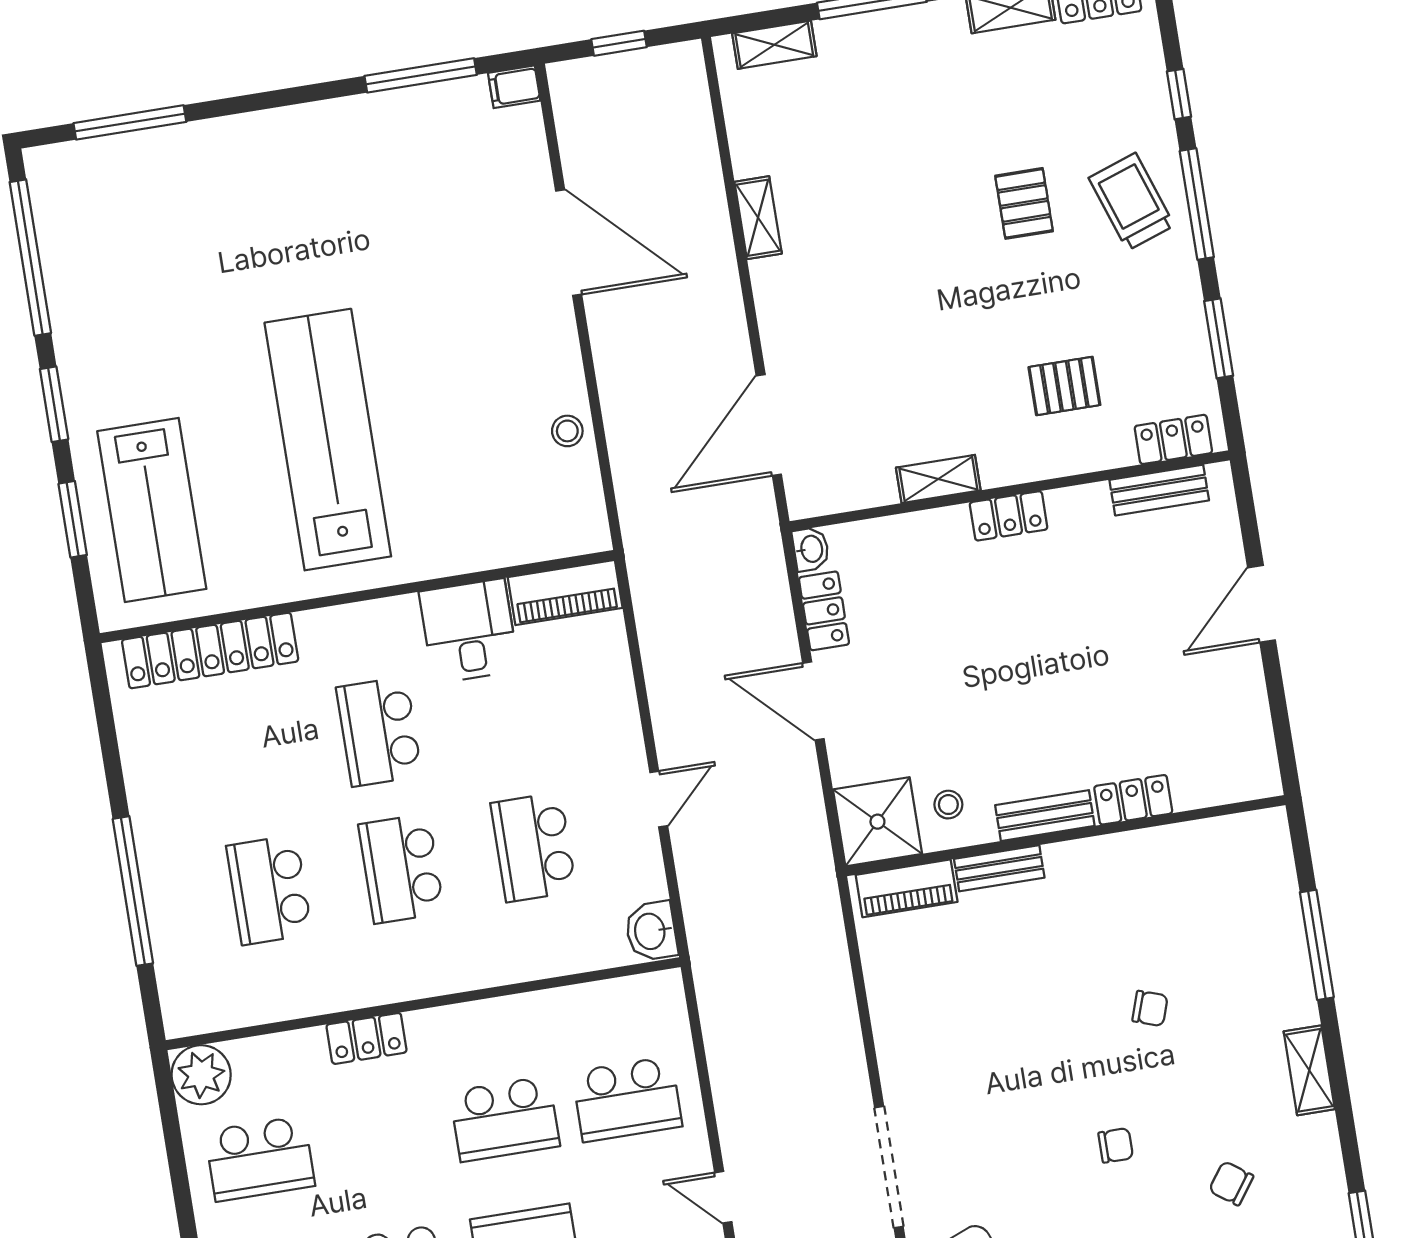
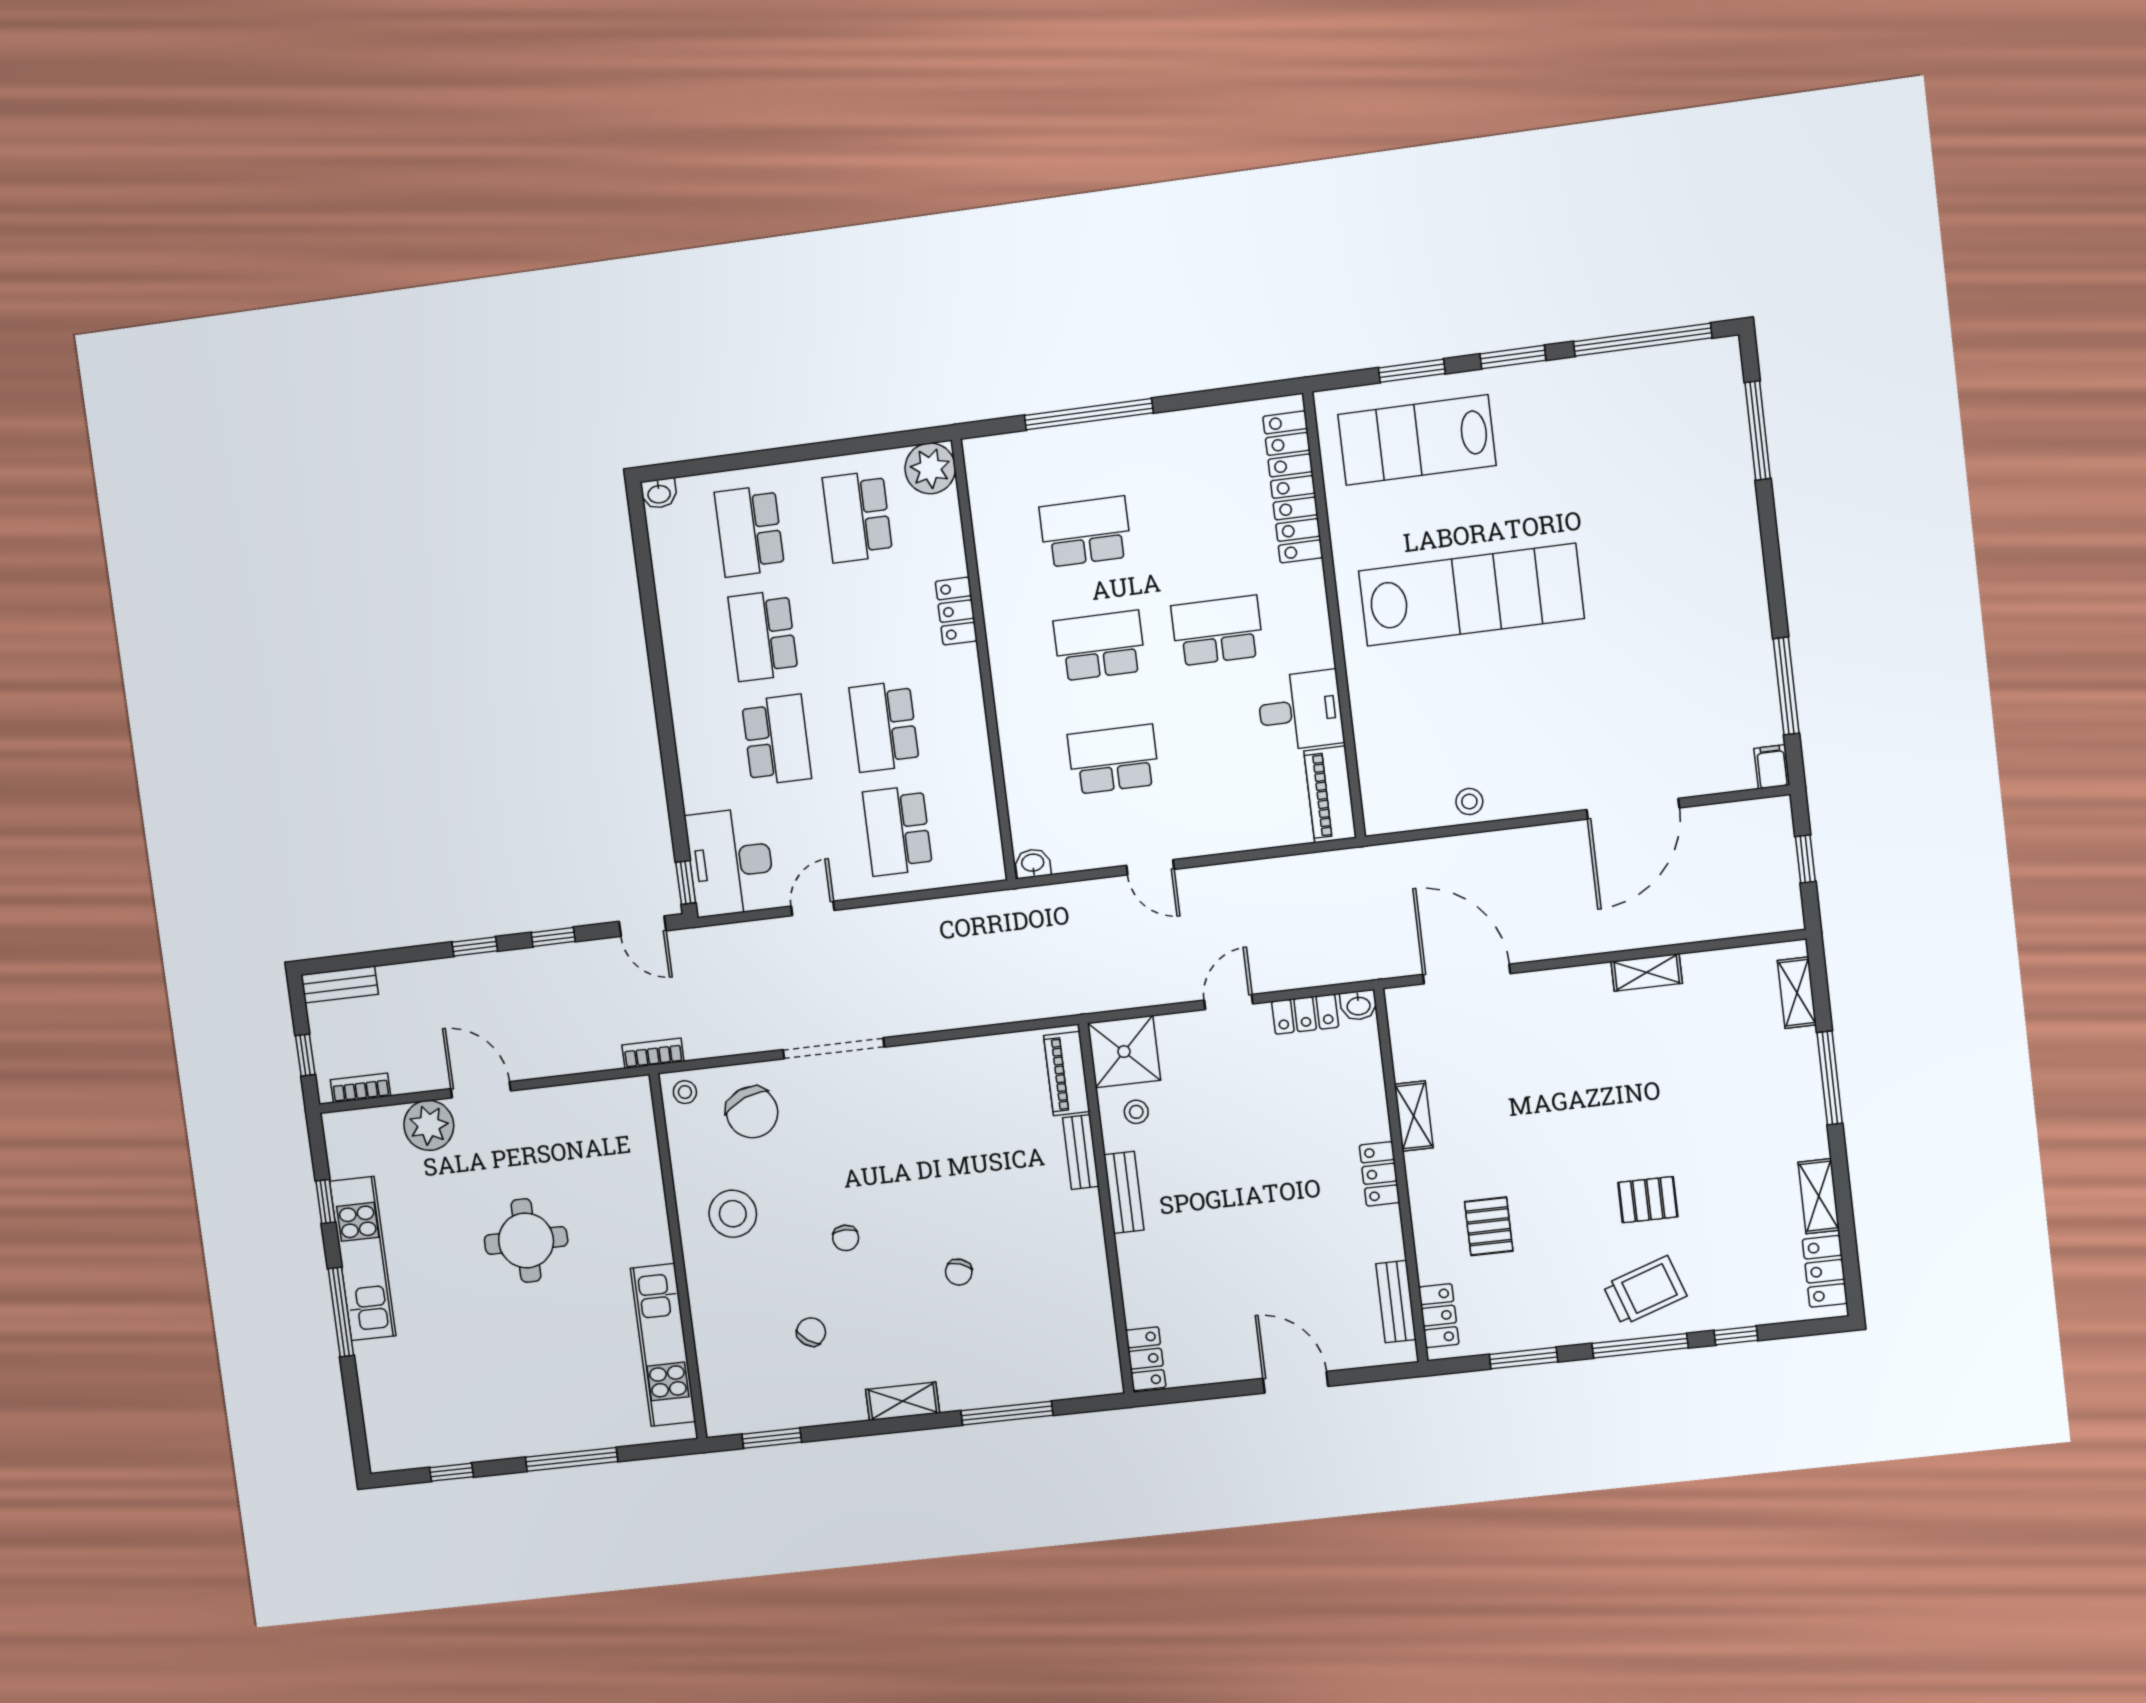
door: (813, 701) -> (1229, 1002), width x0.73
locker: (1133, 800) -> (1146, 1359), moved
washbasin: (651, 931) -> (1033, 863), width x0.72, depth x0.69

